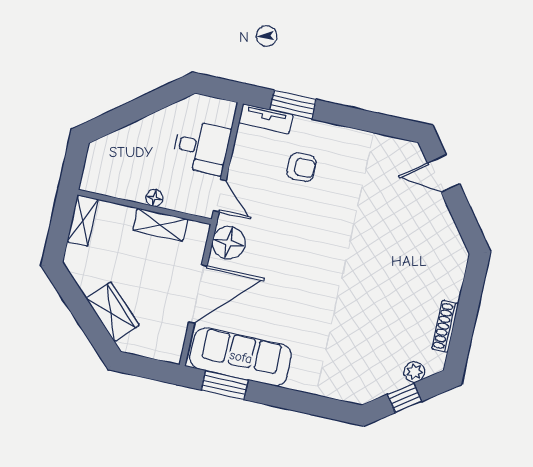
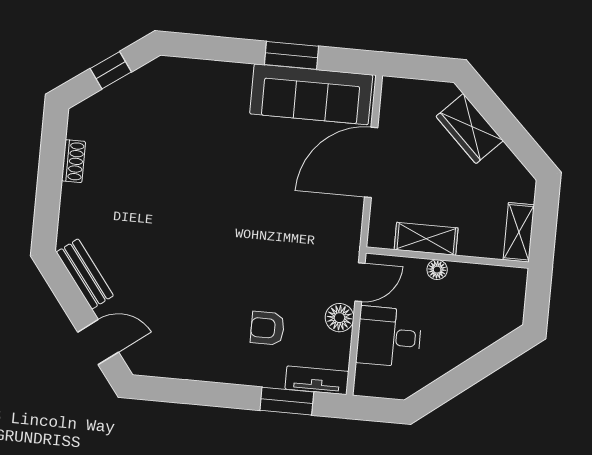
door: (220, 196) -> (360, 282), swing flipped
bench: (447, 231) -> (85, 274), added
floor lamp: (229, 243) -> (339, 318), moved, width x0.73, depth x0.73
shoe rack: (445, 326) -> (73, 161), width x0.70
plant: (414, 372) -> (103, 102), removed
window: (225, 385) -> (292, 55), moved

